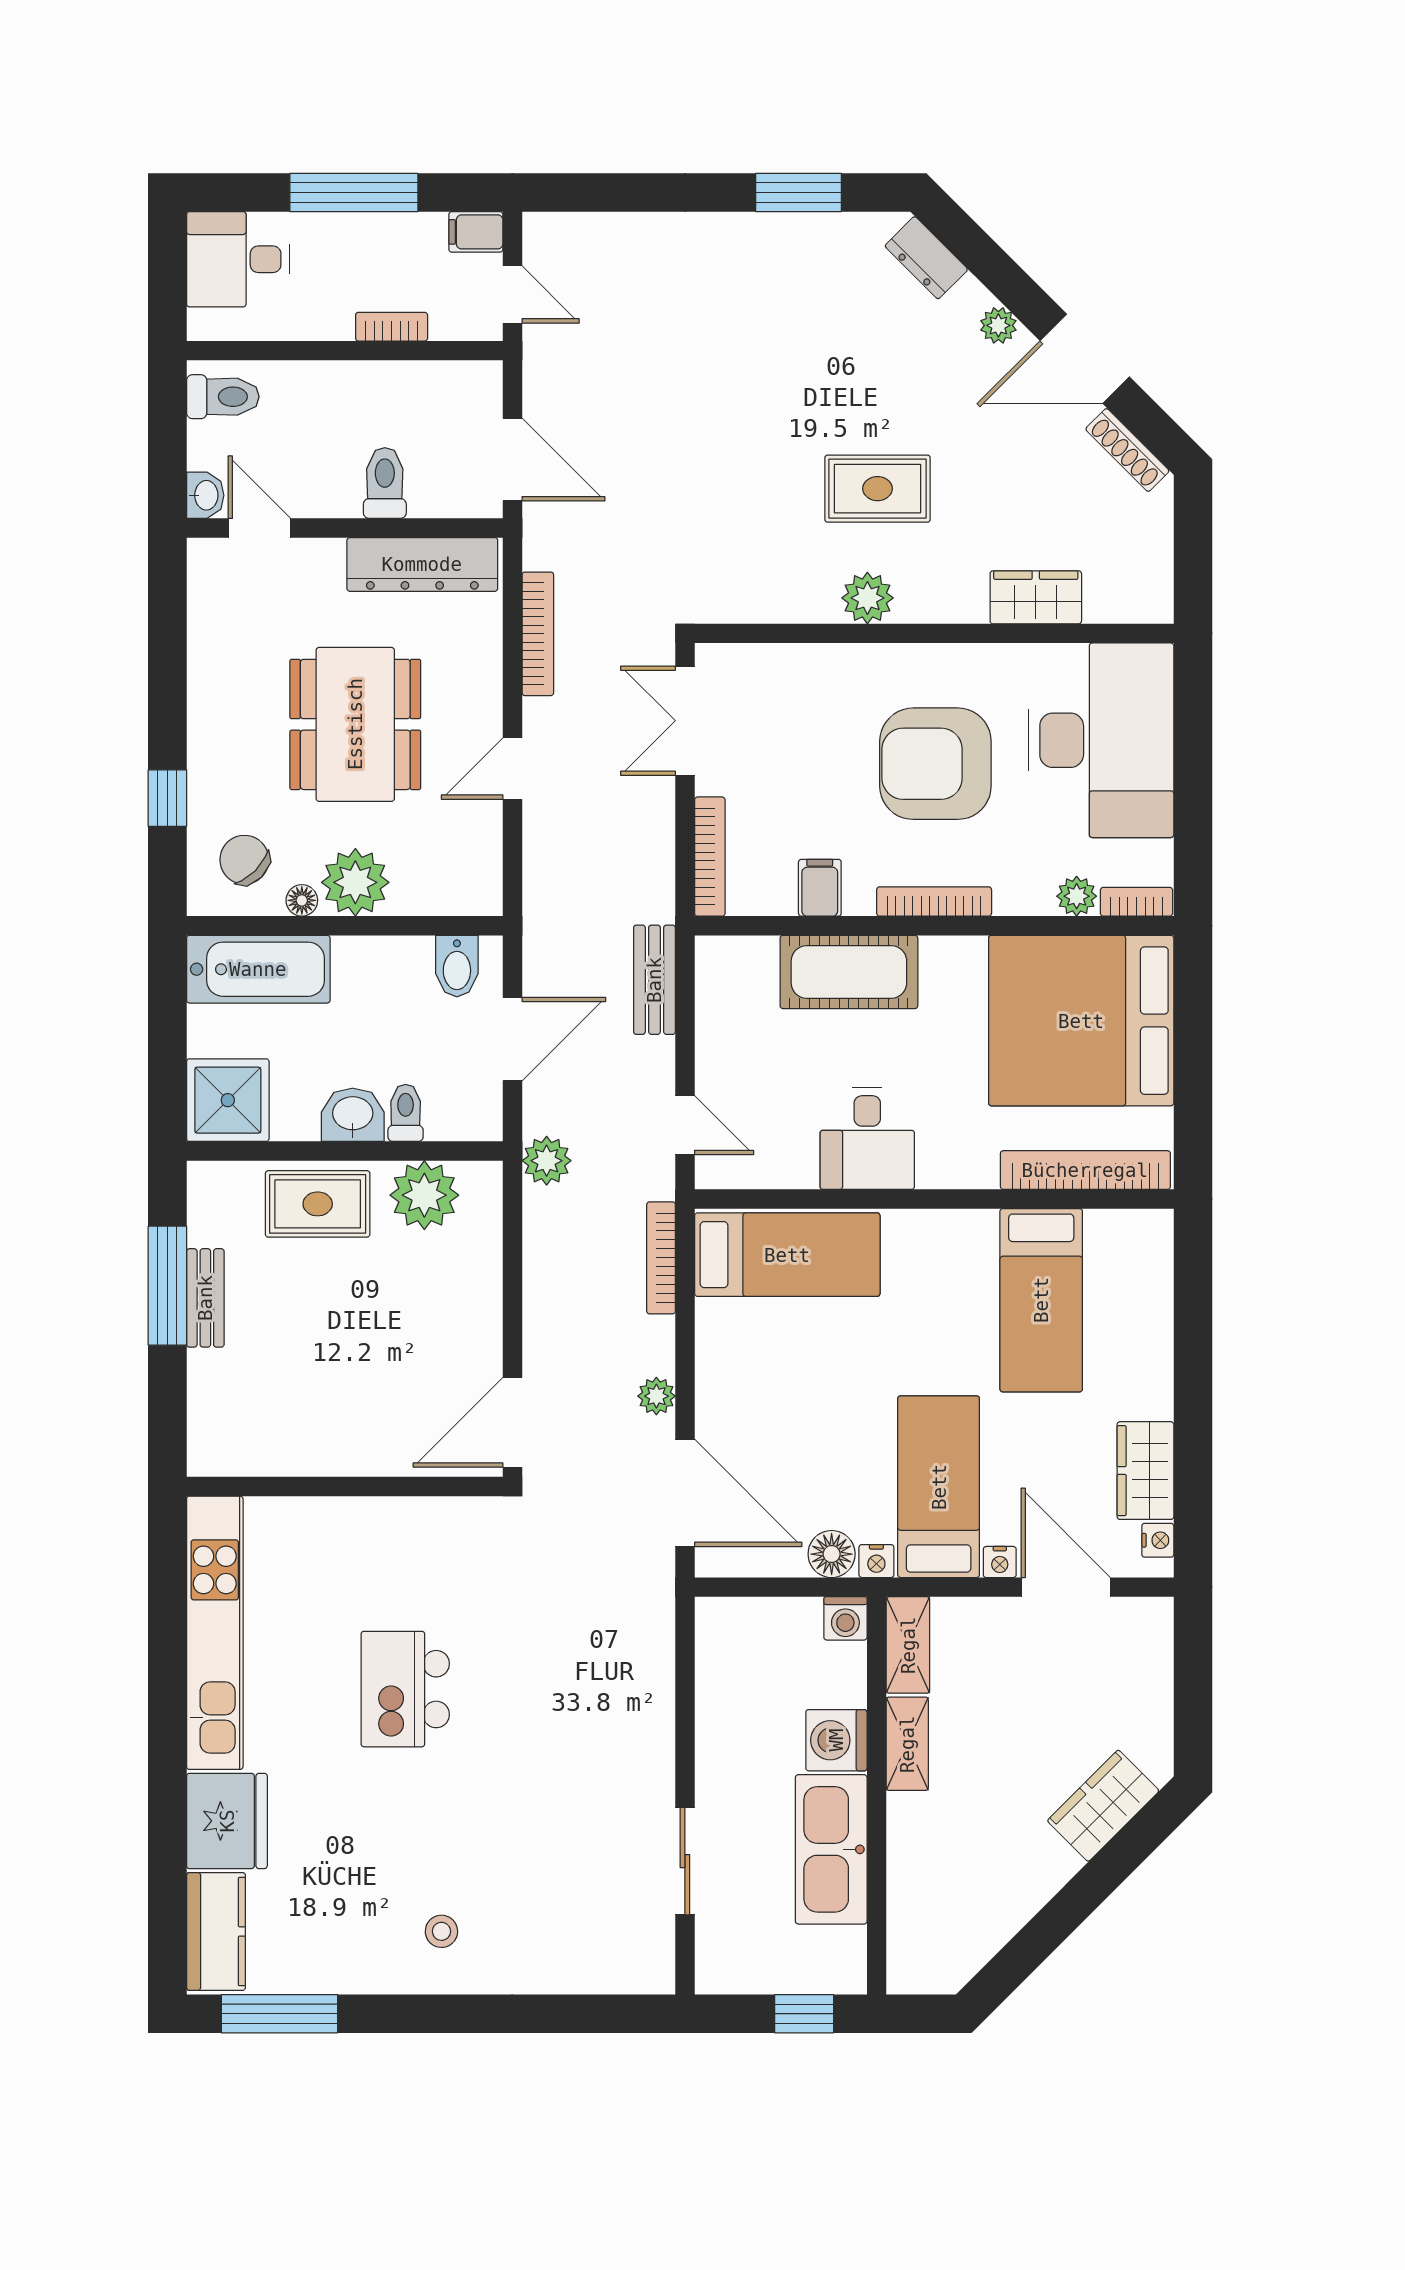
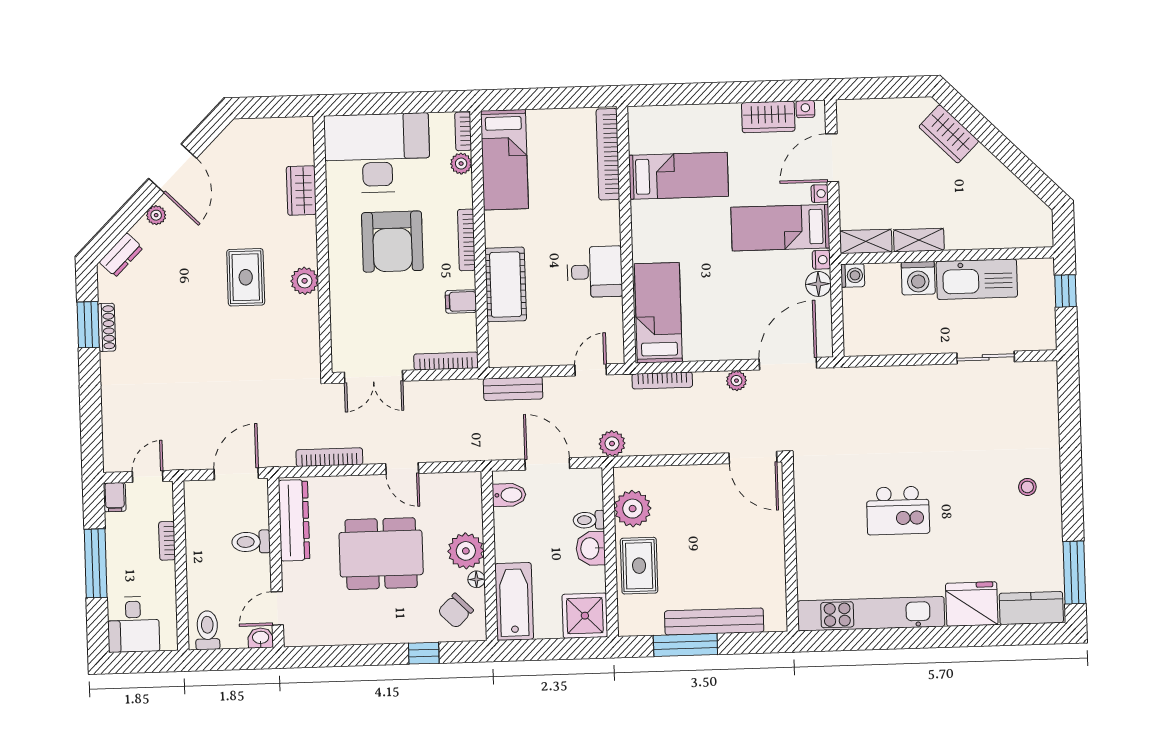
shoe rack: (1127, 450) -> (107, 327), moved, turned -45
bed: (1081, 1021) -> (504, 160), width x0.49
bench: (205, 1298) -> (714, 622), width x1.86, depth x1.21

